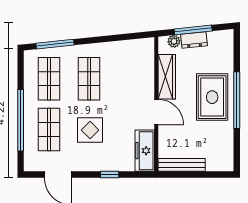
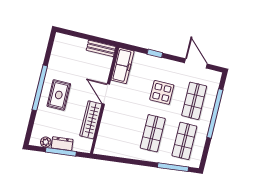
plant: (174, 41) -> (46, 142), moved
rug: (212, 97) -> (59, 95), width x0.73, depth x0.70
bench: (182, 165) -> (101, 48), width x0.73

